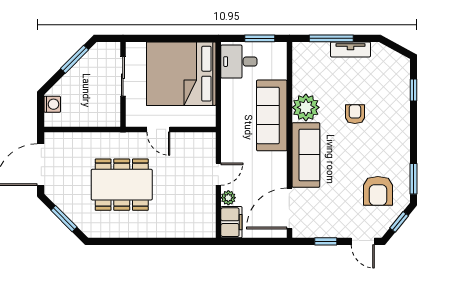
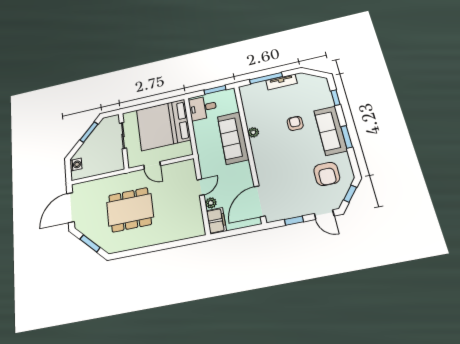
plant: (306, 107) -> (253, 132), width x0.53, depth x0.53
sofa: (306, 155) -> (330, 131), moved, turned 180
window: (414, 179) -> (347, 137), moved

